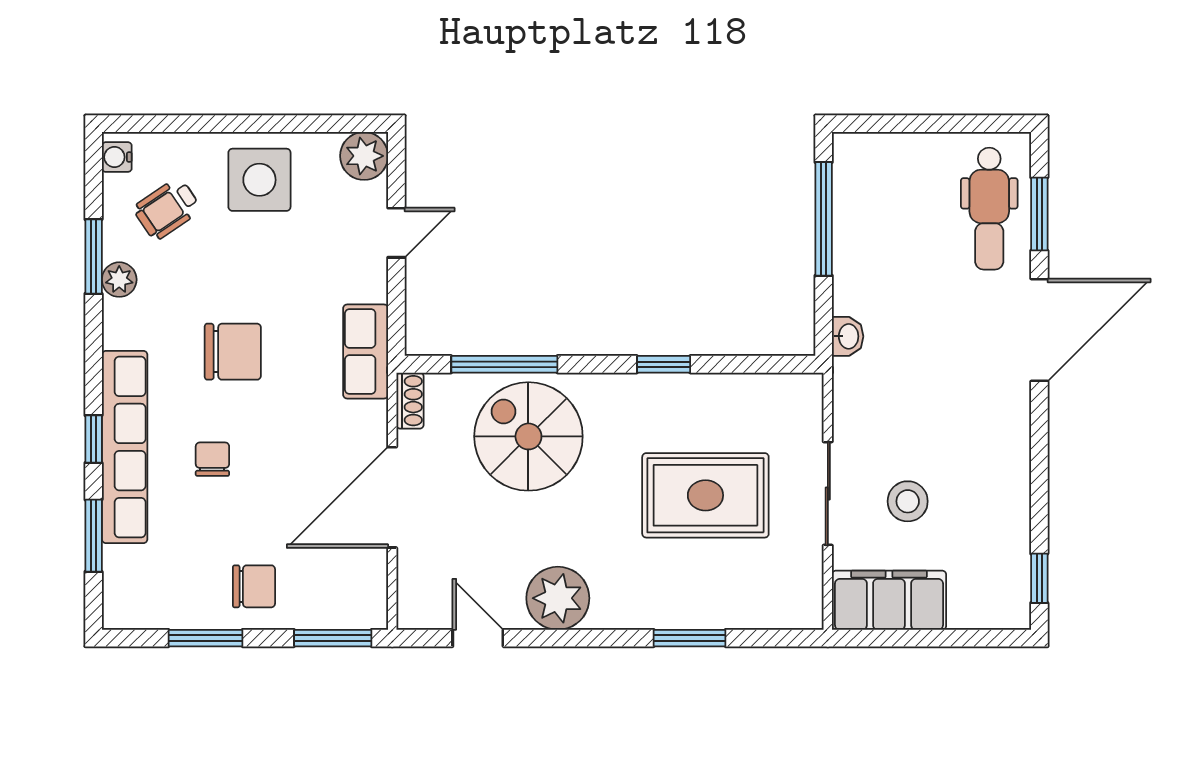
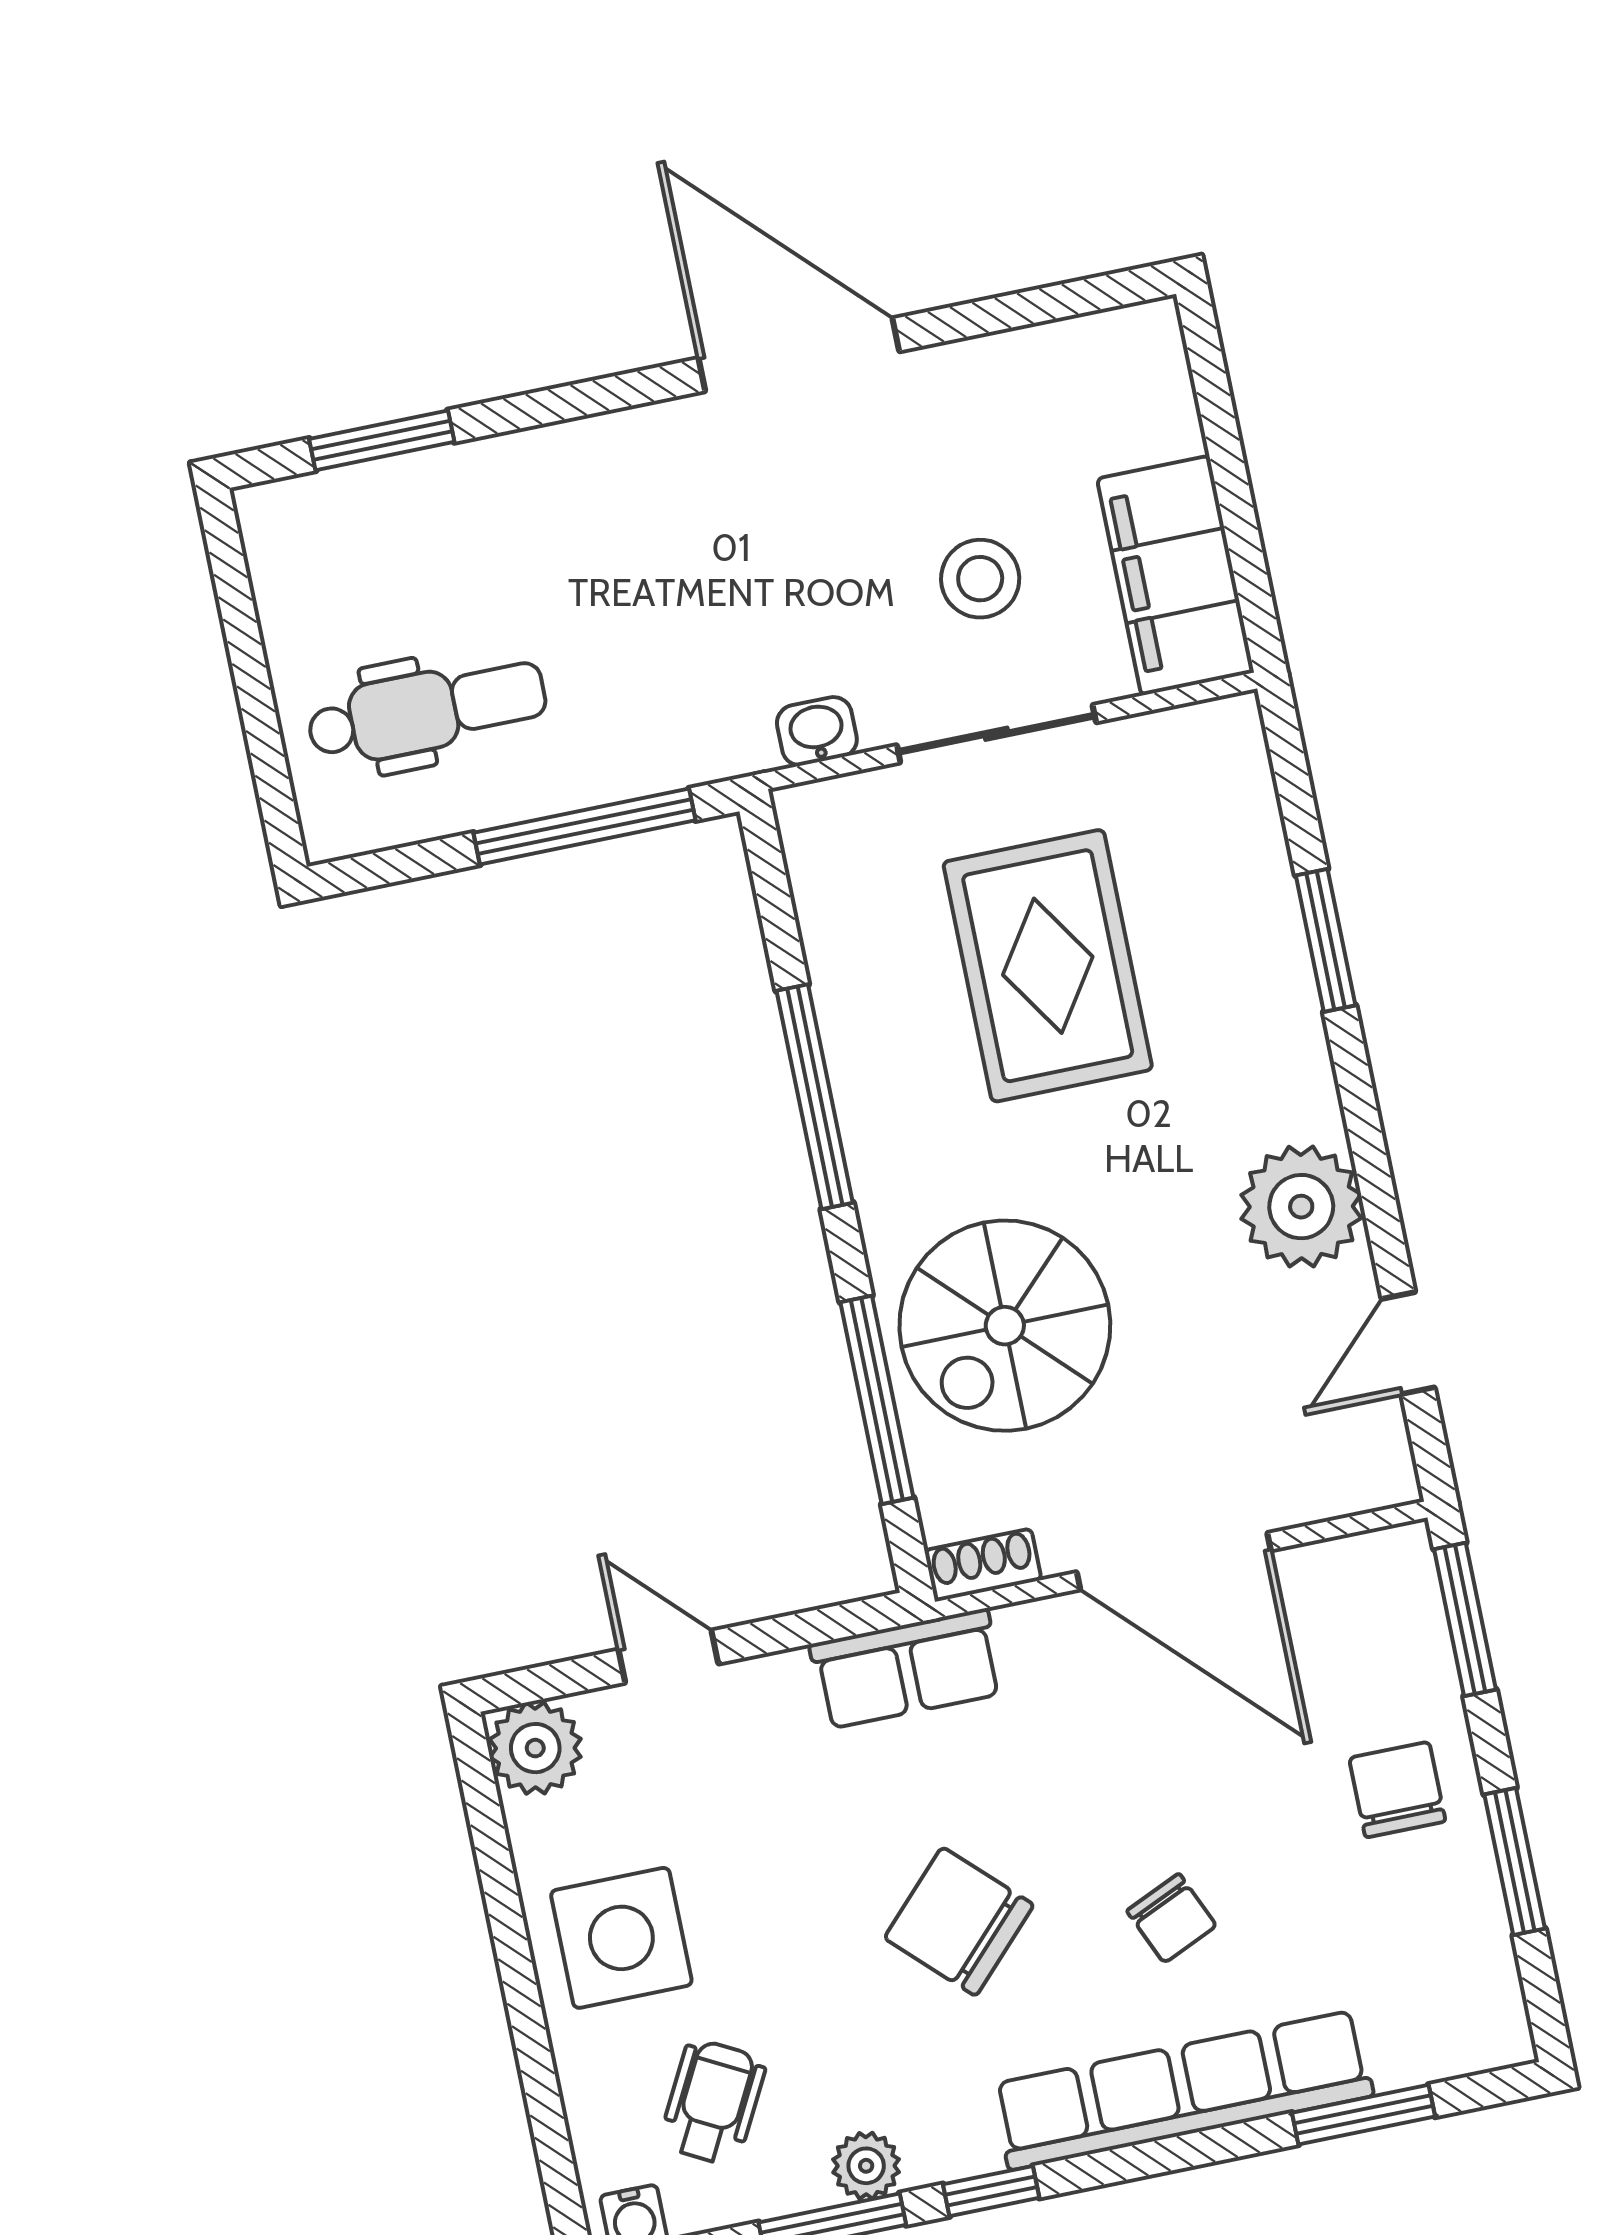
wheelchair: (167, 209) -> (713, 2102), turned -118
dental chair: (989, 209) -> (427, 711), moved
window: (824, 219) -> (585, 827), moved
door: (1039, 330) -> (799, 355), moved
washbasin: (848, 336) -> (817, 731), moved
chair: (233, 352) -> (959, 1921), turned -46
window: (664, 364) -> (815, 1097), width x2.17
window: (94, 439) -> (991, 2191), moved
chair: (212, 459) -> (1172, 1918), turned -114
window: (1039, 578) -> (1075, 298), removed

